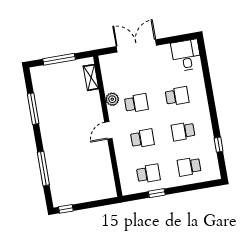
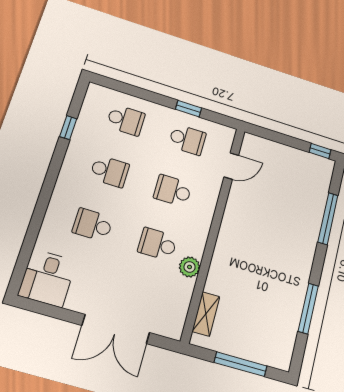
door: (108, 130) -> (231, 166), moved
school desk: (148, 174) -> (187, 140), turned 180

